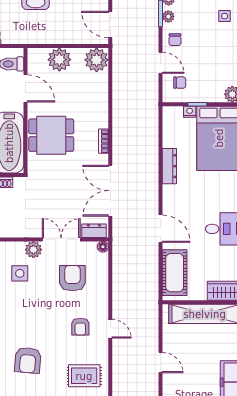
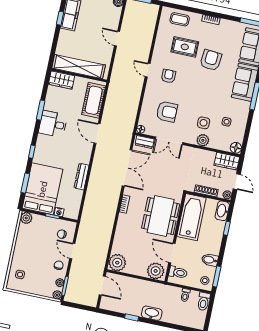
plant: (59, 60) -> (156, 271), moved
dining table: (51, 135) -> (161, 216), width x1.37
plant: (33, 250) -> (203, 140), moved
armchair: (72, 278) -> (167, 112), turned -90
rug: (84, 376) -> (185, 47), moved

